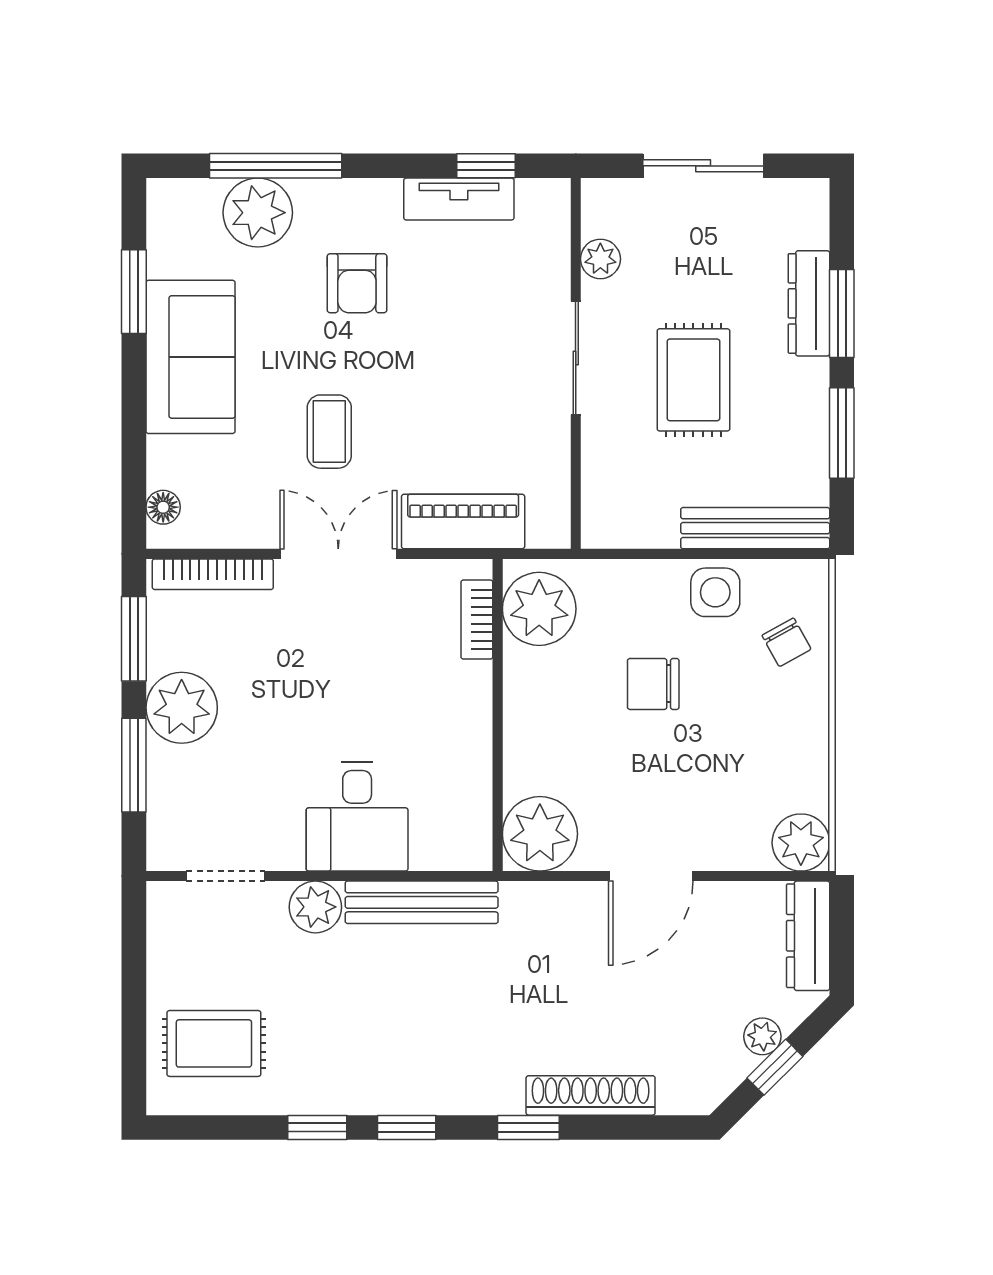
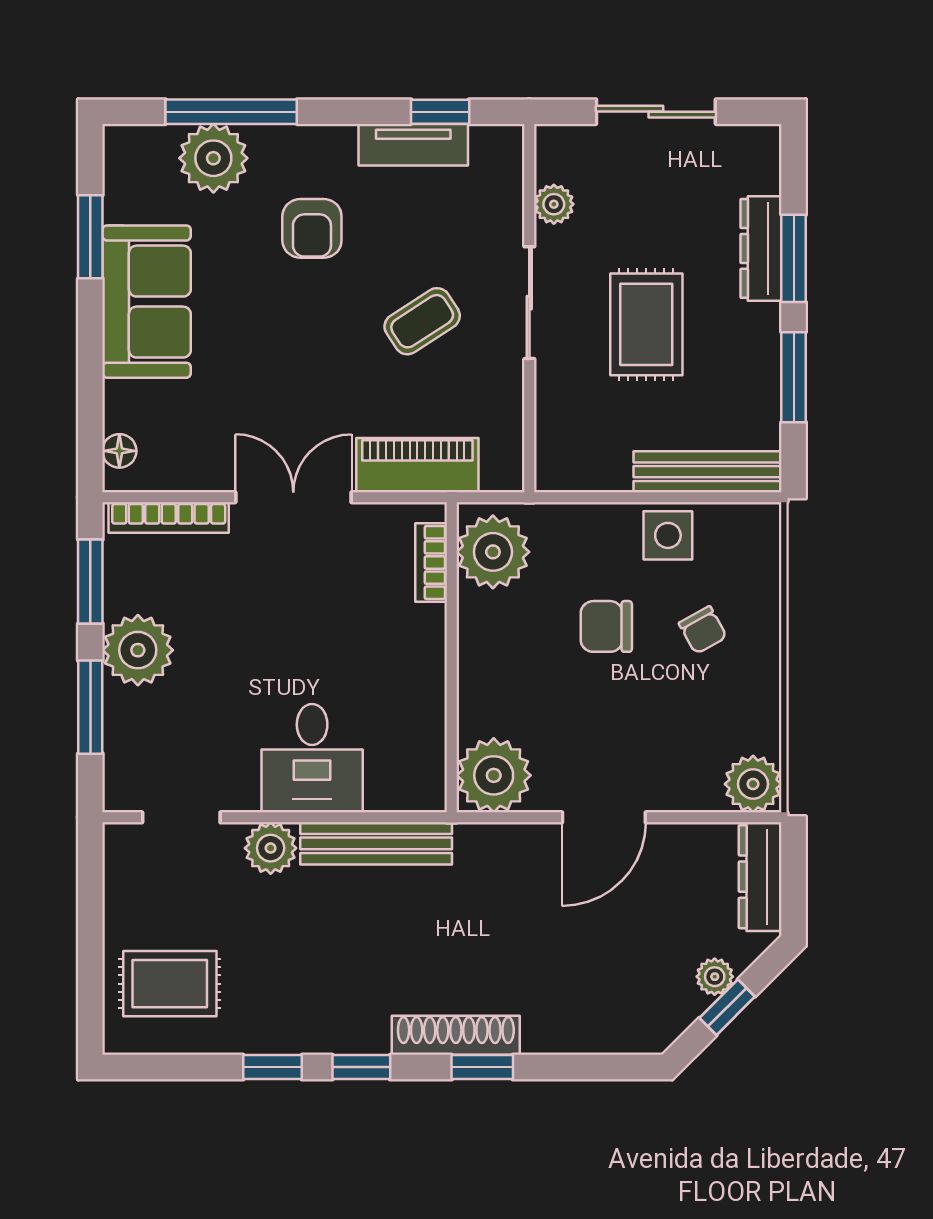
coffee table: (329, 432) -> (422, 321), moved, turned 57
chair: (786, 642) -> (703, 630), moved
shoe rack: (591, 1095) -> (456, 1035), moved

